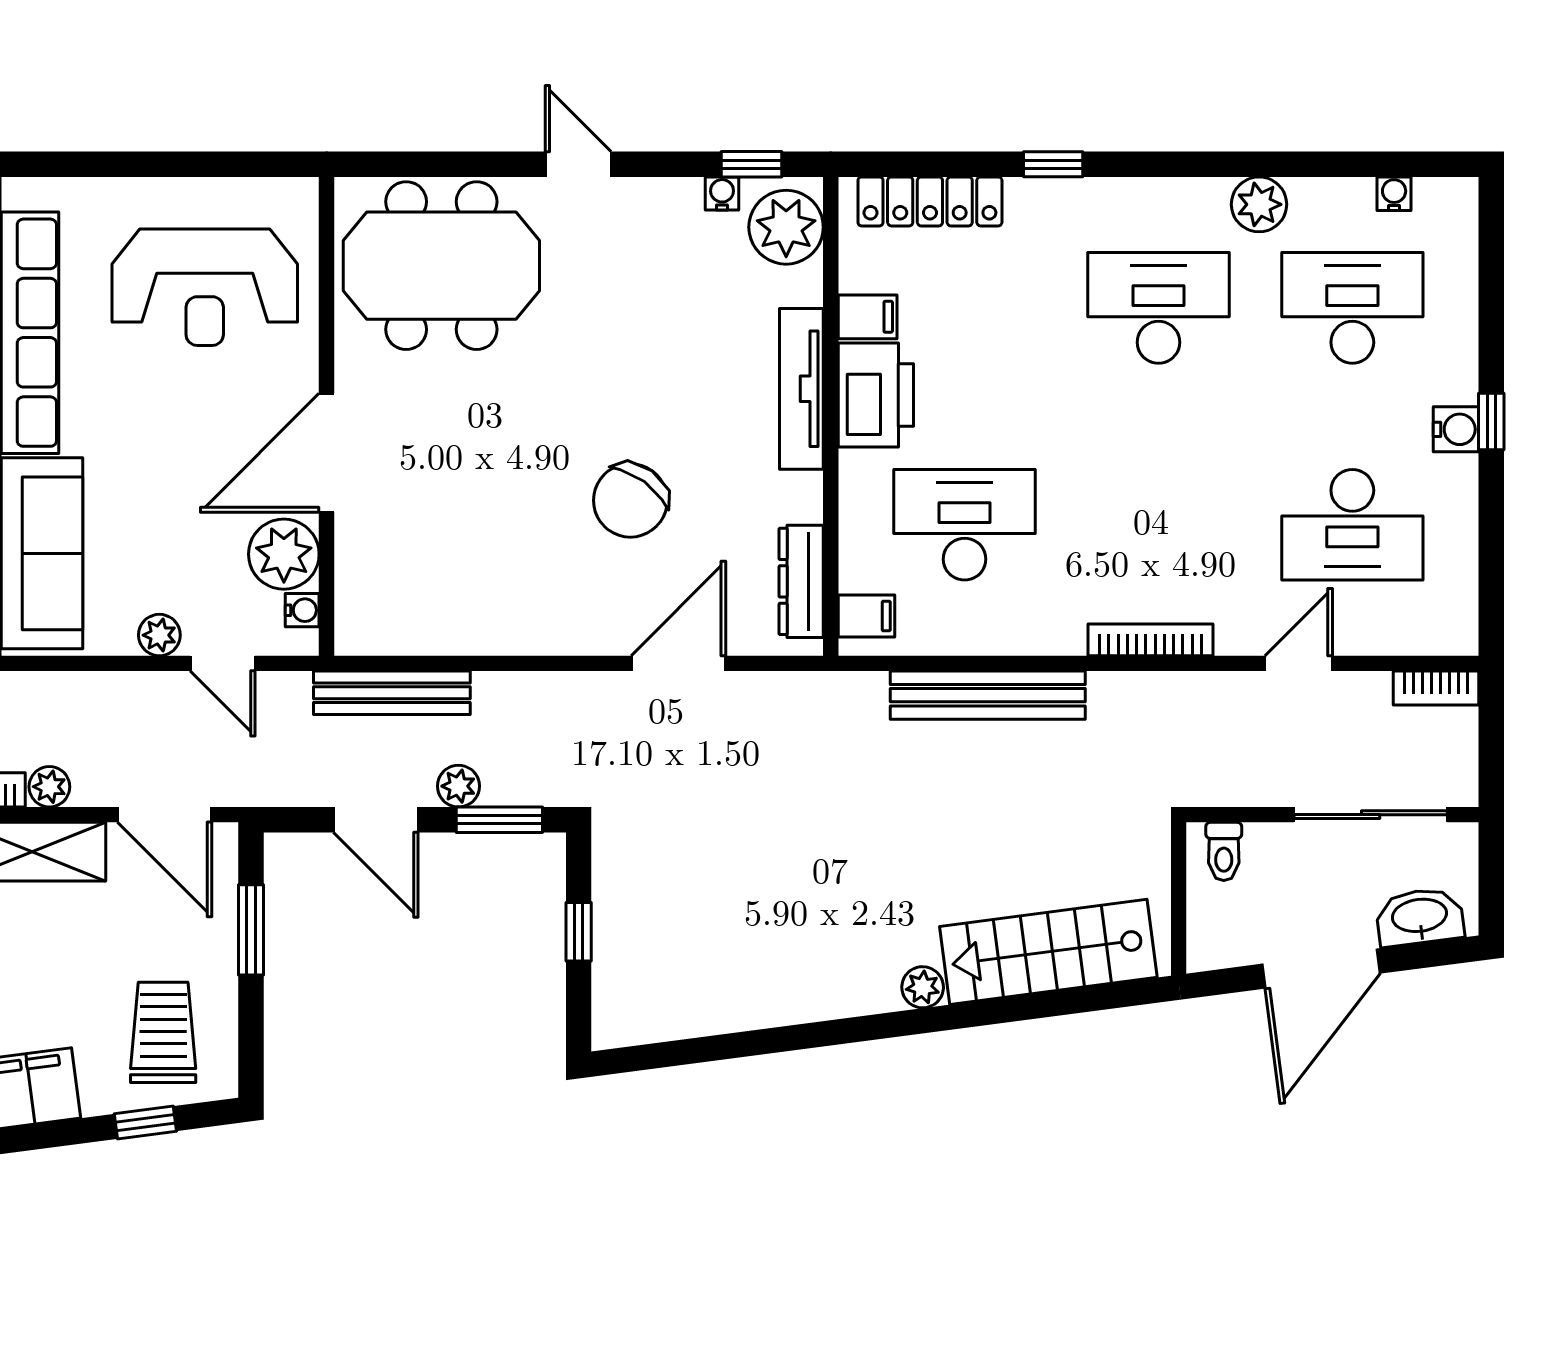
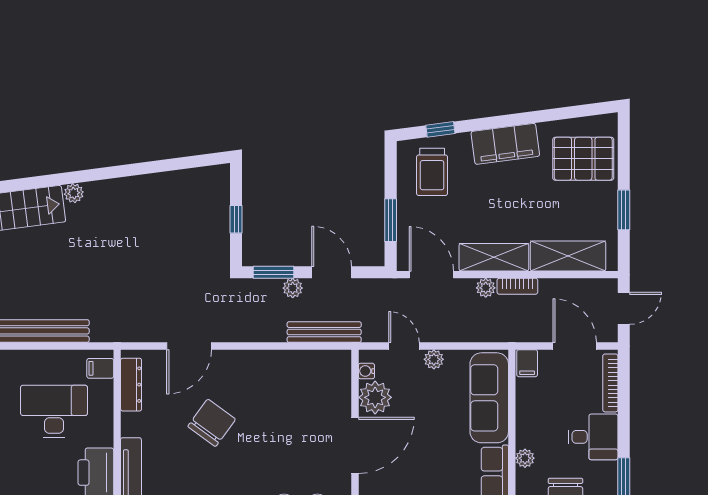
desk: (965, 525) -> (54, 411), turned 180

